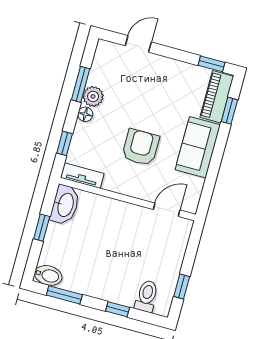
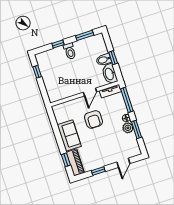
window: (212, 64) -> (98, 171), moved
window: (65, 143) -> (127, 100), width x2.17
door: (167, 210) -> (90, 92), moved
bidet: (48, 275) -> (104, 60), moved
toilet: (147, 296) -> (70, 51), moved

